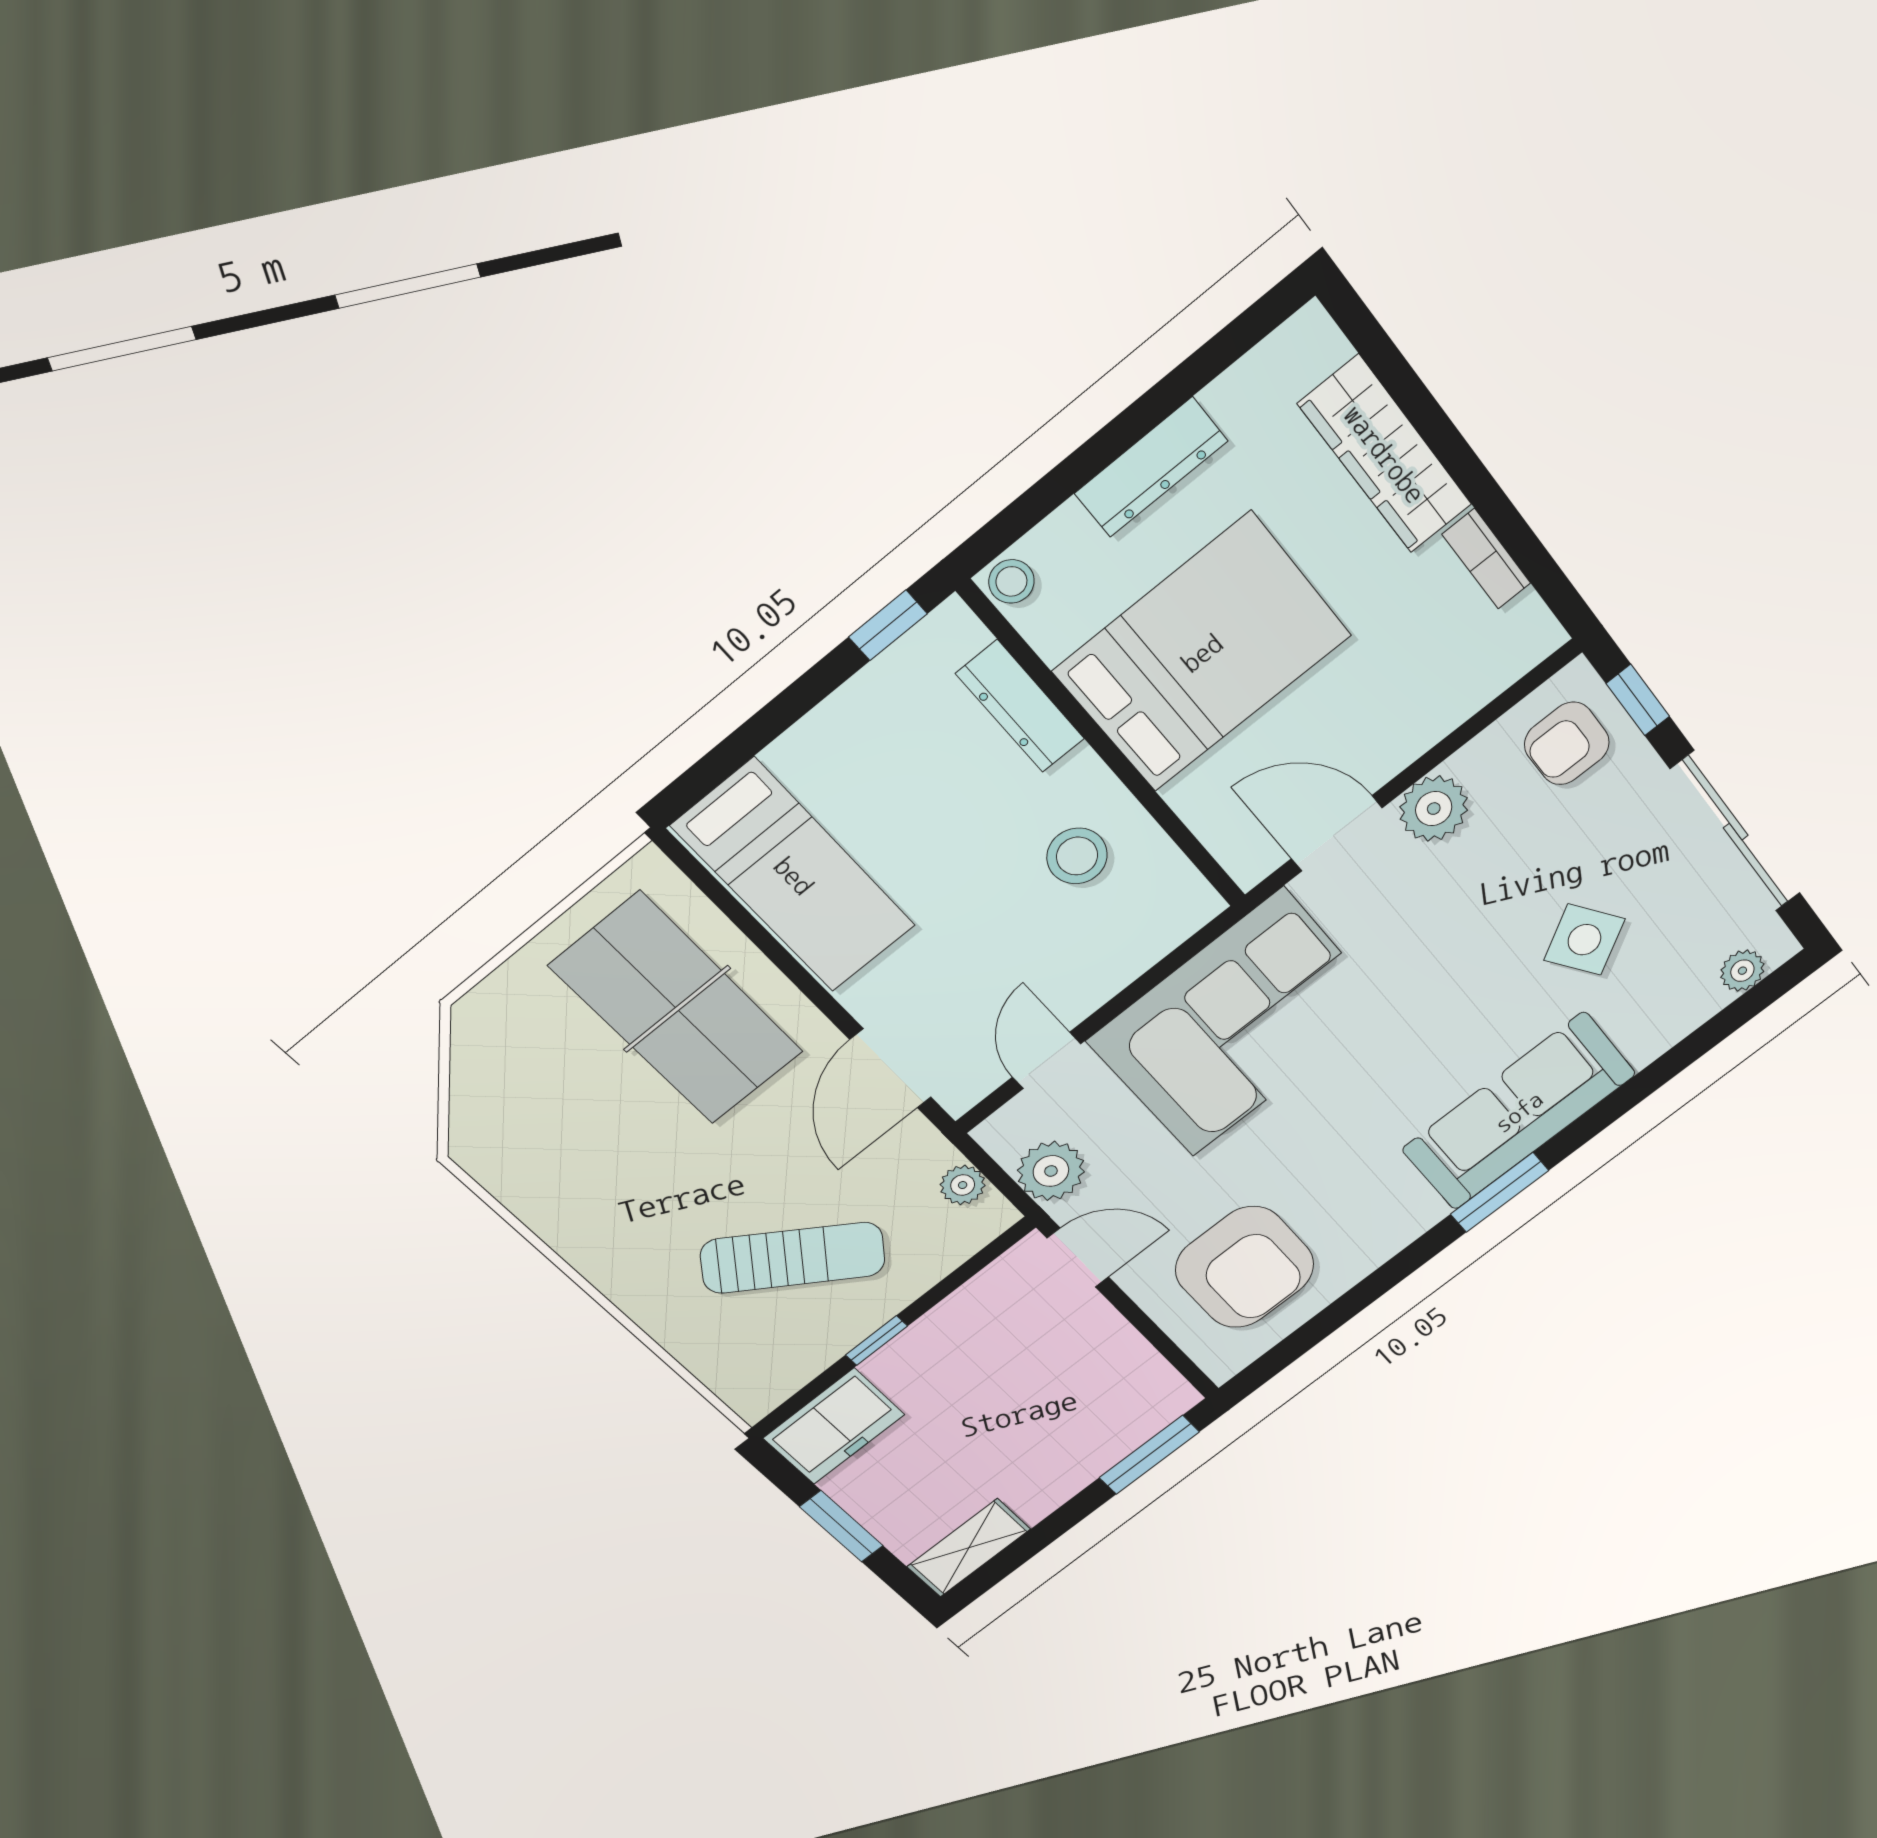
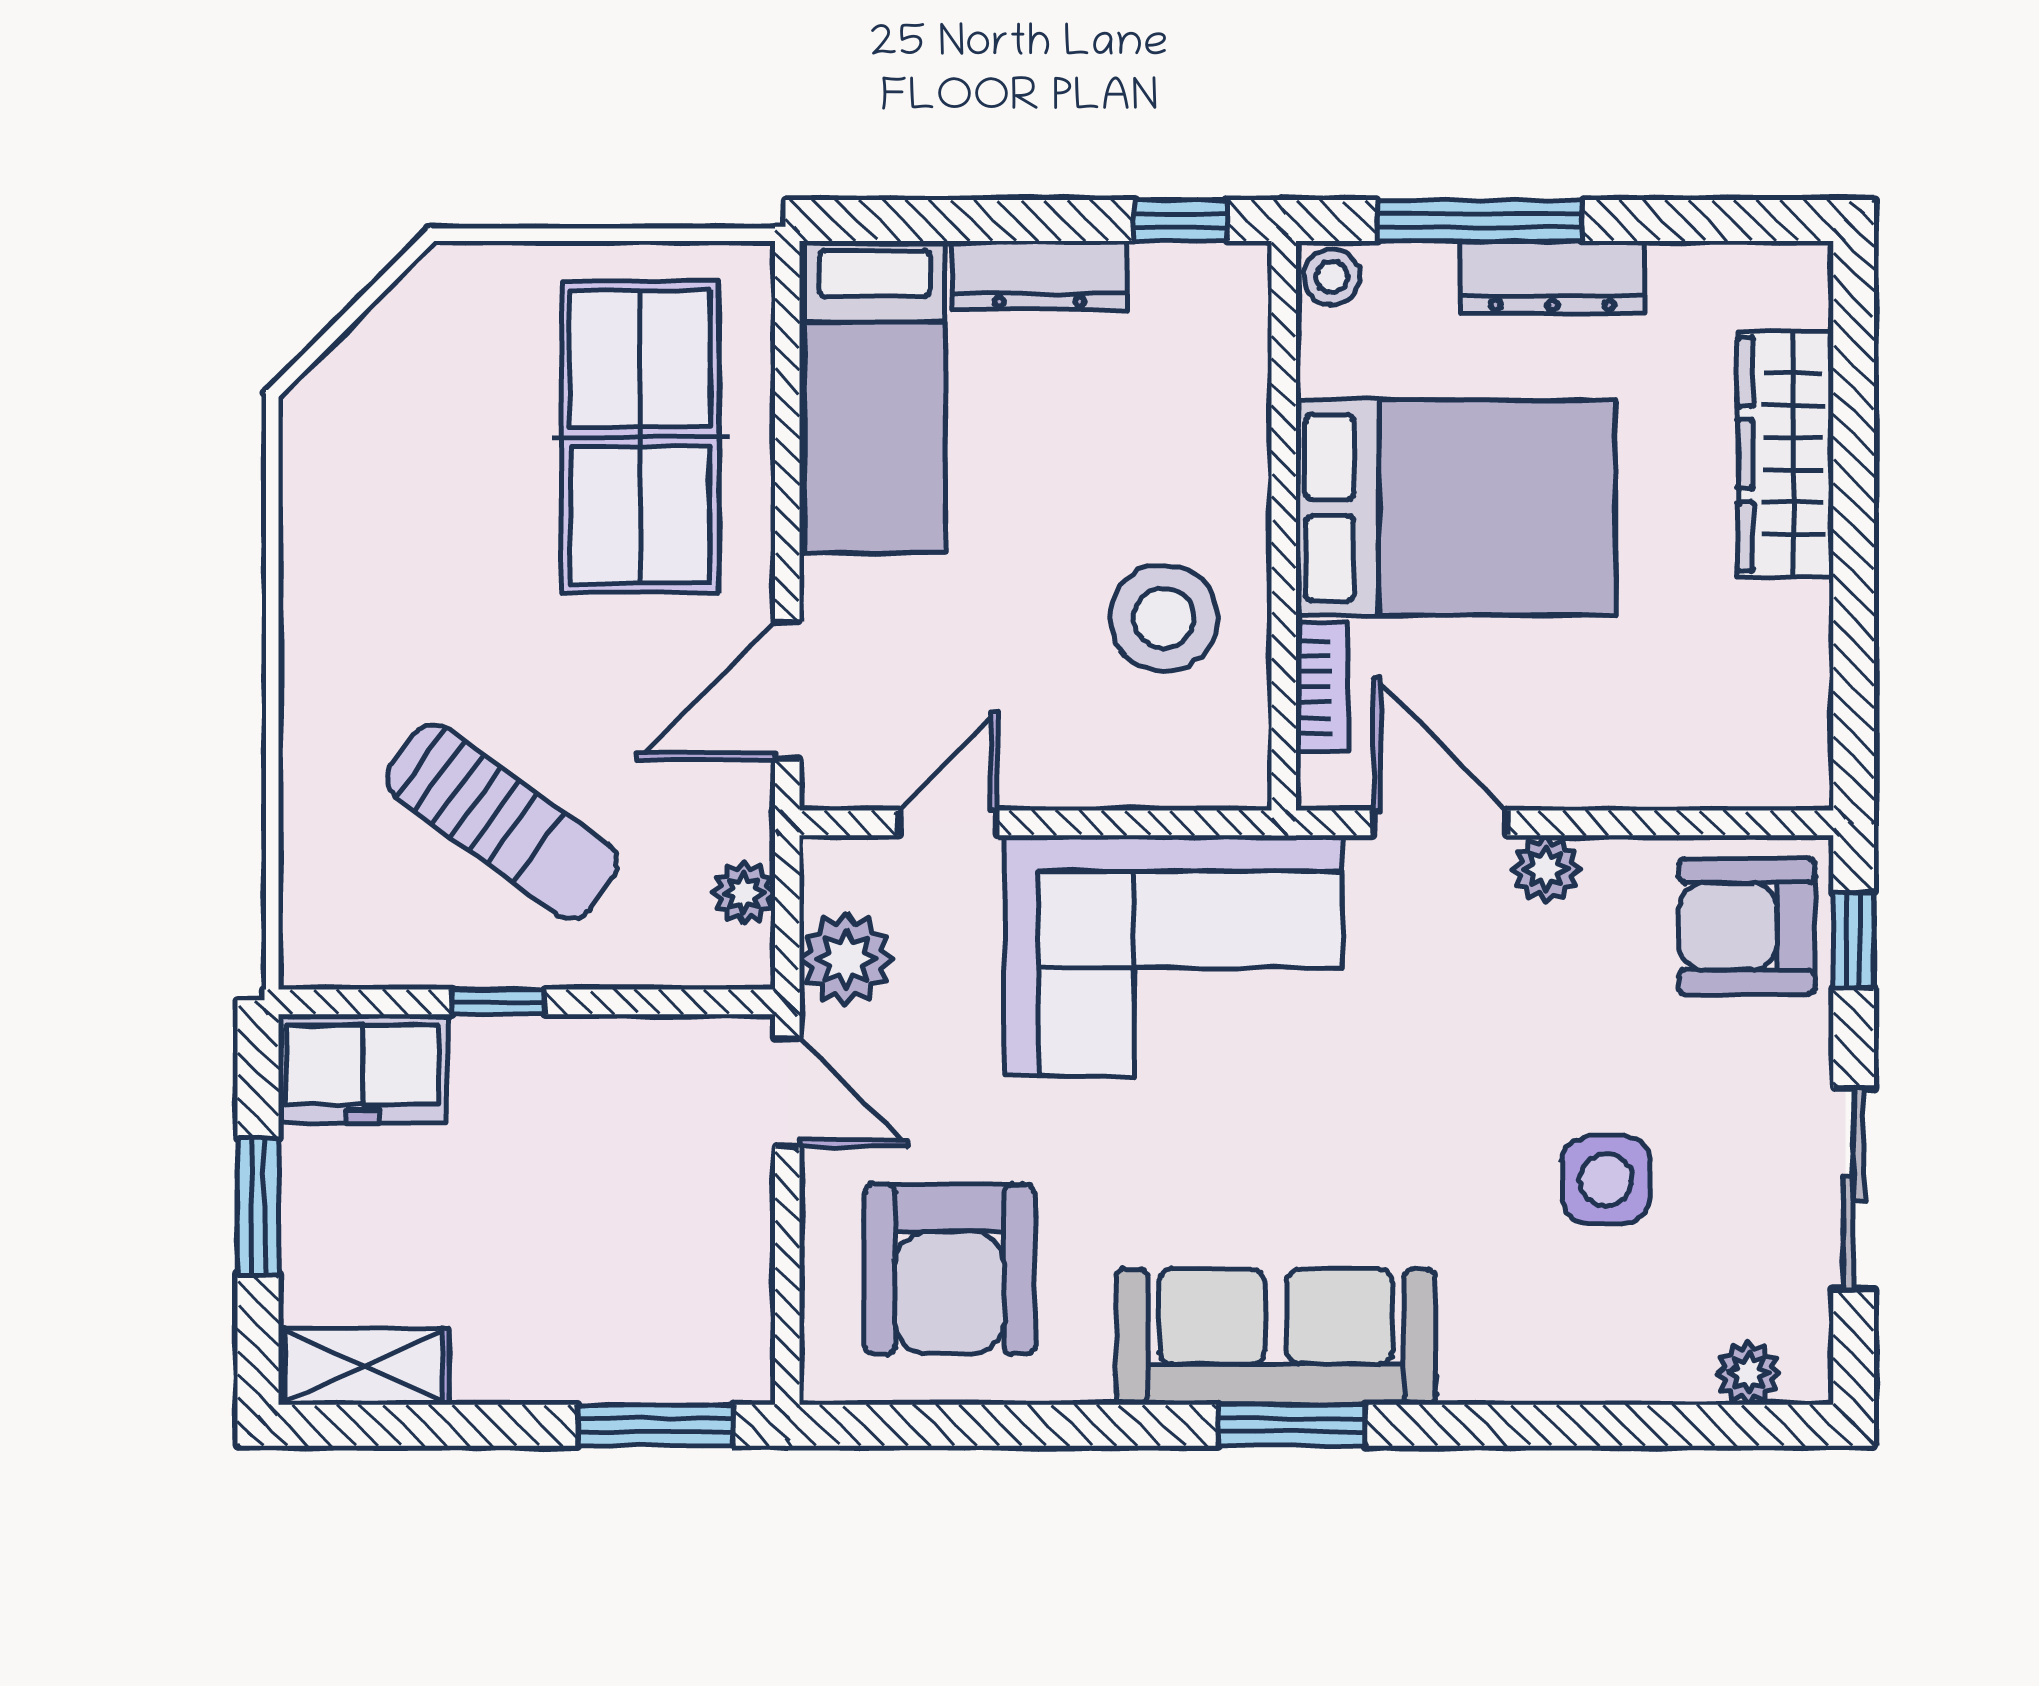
window: (1076, 470) -> (1480, 220), added
bookcase: (1486, 559) -> (1322, 687), moved, turned 180
dresser: (1020, 706) -> (1039, 275), moved, turned -90
armchair: (1567, 743) -> (1747, 926), width x1.38, depth x1.38
plant: (1434, 809) -> (1546, 869), width x0.73, depth x0.73
sliding door: (1736, 832) -> (1854, 1189), width x0.73
stool: (1077, 856) -> (1164, 618), width x1.38, depth x1.38
side table: (1584, 940) -> (1606, 1180), turned 33
sofa: (1519, 1112) -> (1276, 1337), moved

